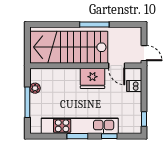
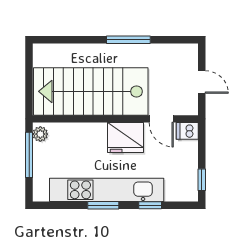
stairs: (69, 47) -> (91, 91), moved
wall: (86, 66) -> (115, 119), moved
door: (117, 66) -> (161, 119), moved
fridge: (92, 78) -> (125, 138), moved

